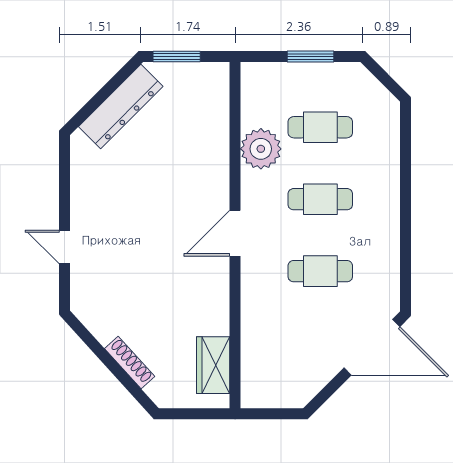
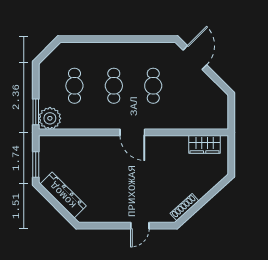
window: (311, 57) -> (36, 112), moved
plant: (261, 149) -> (50, 118), moved
door: (372, 347) -> (195, 57), width x0.73
shoe rack: (130, 362) -> (184, 207), moved

